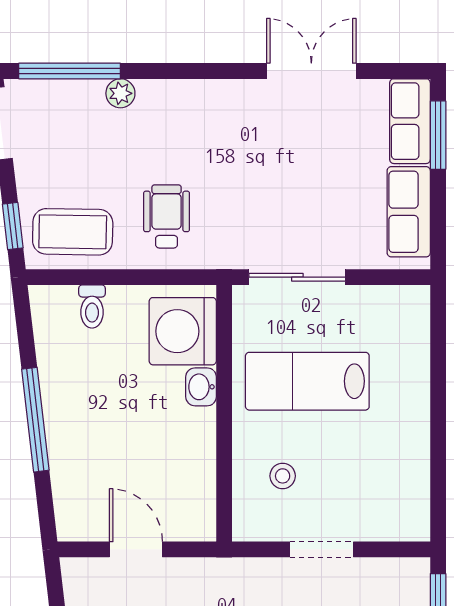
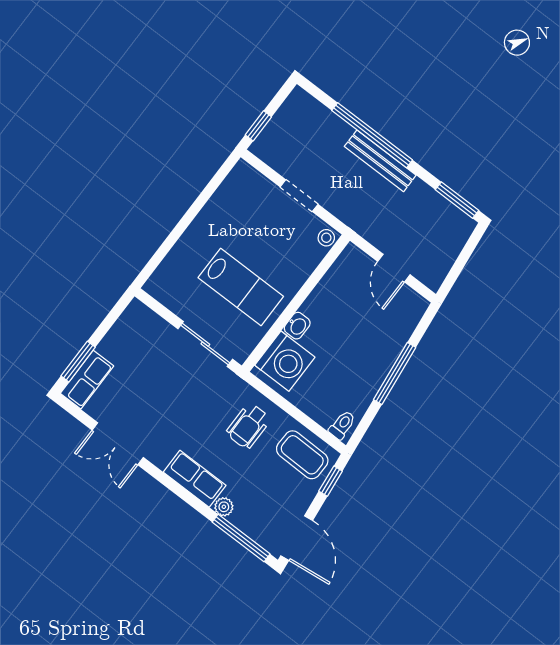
row of seats: (409, 212) -> (195, 479), moved, turned -90
toilet: (92, 307) -> (342, 425), moved
stool: (283, 476) -> (326, 238), moved

